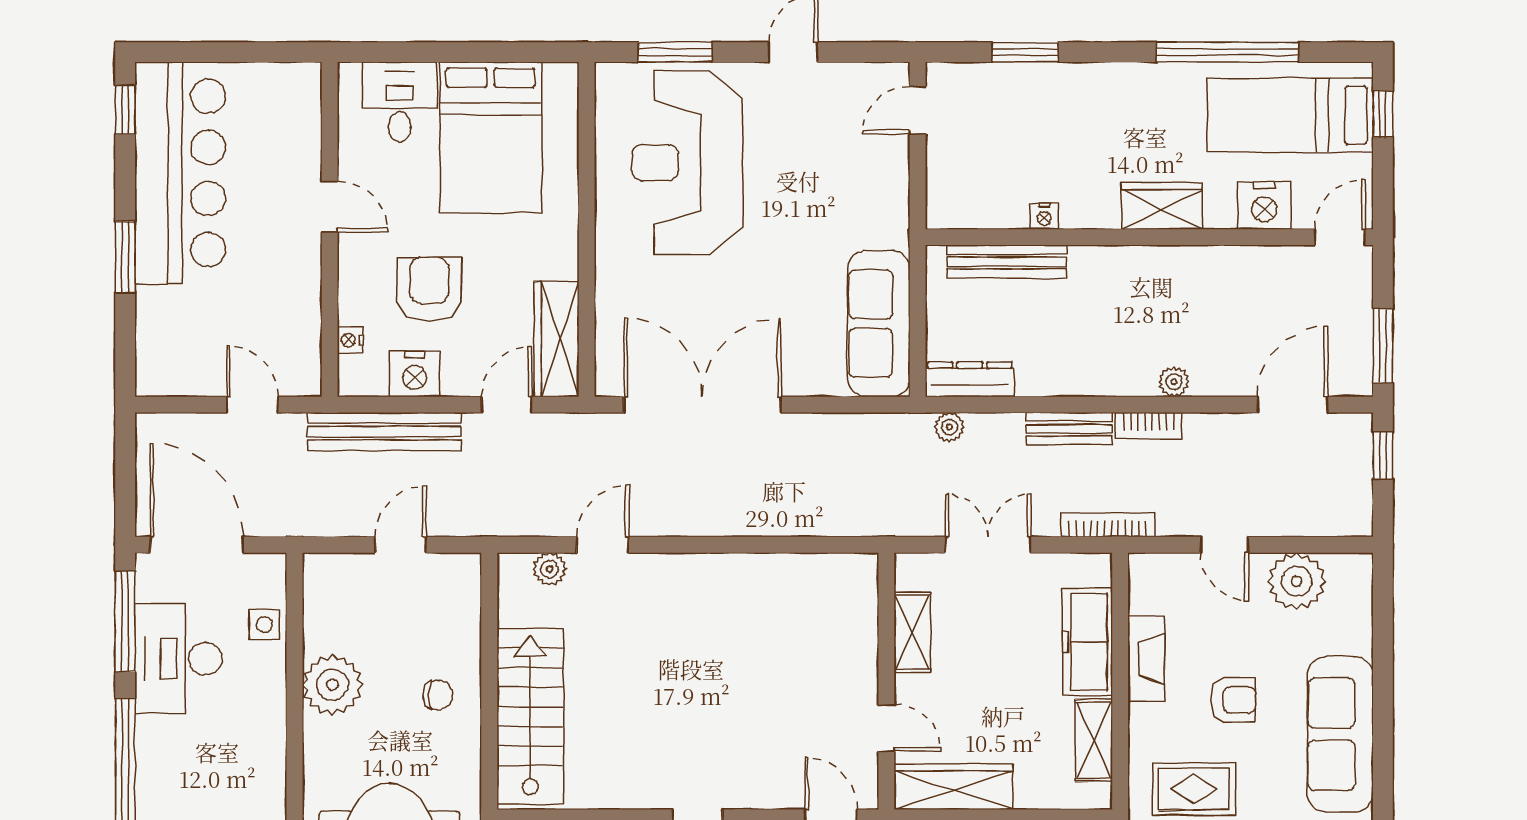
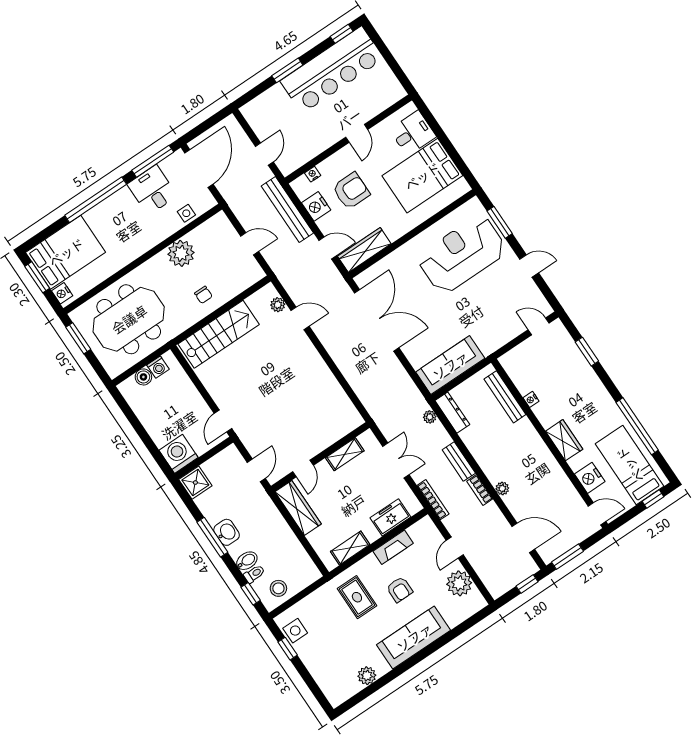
freezer: (1087, 642) -> (390, 517), width x0.71
desk: (178, 659) -> (152, 190), width x0.73

